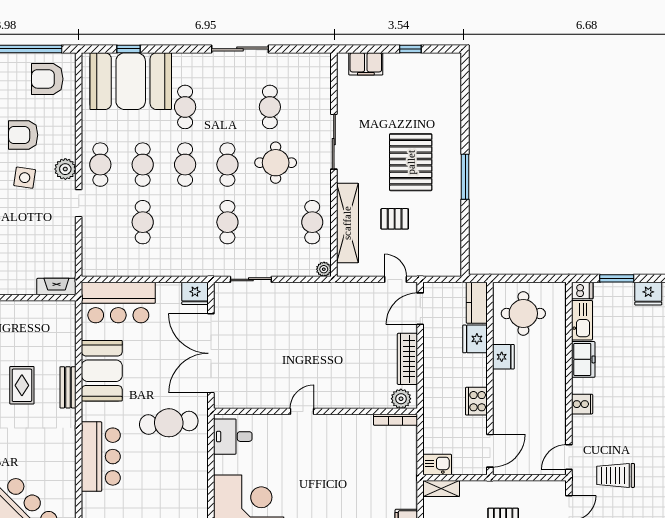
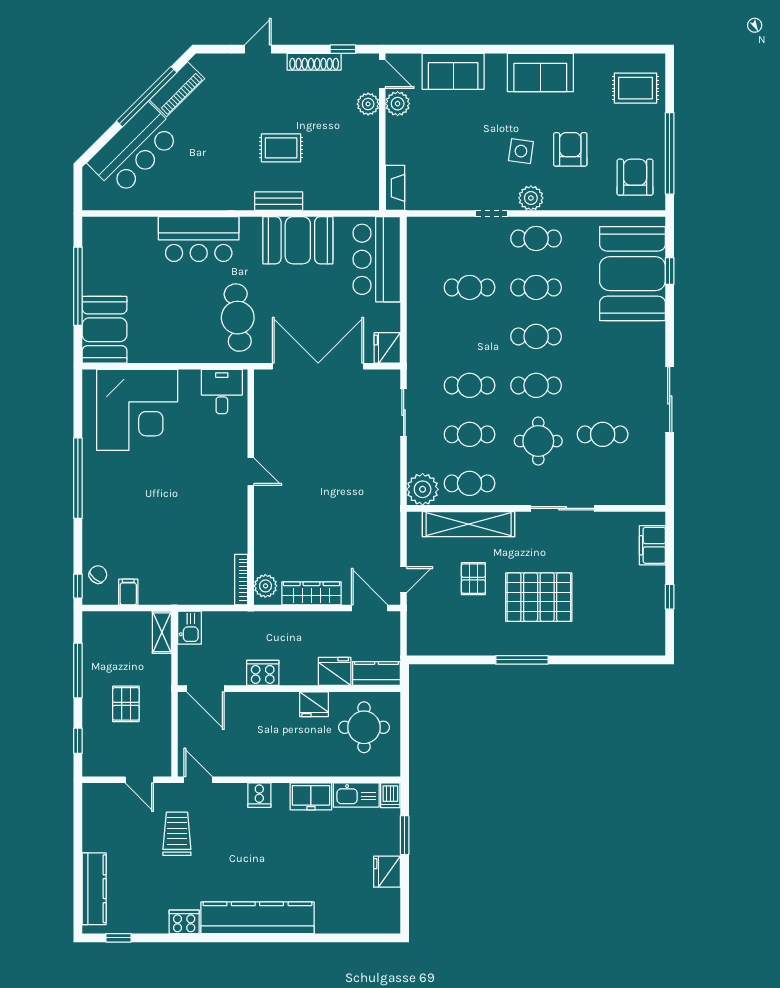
cafe table: (185, 107) -> (470, 434), moved
plant: (324, 269) -> (423, 489), width x1.87, depth x1.87

